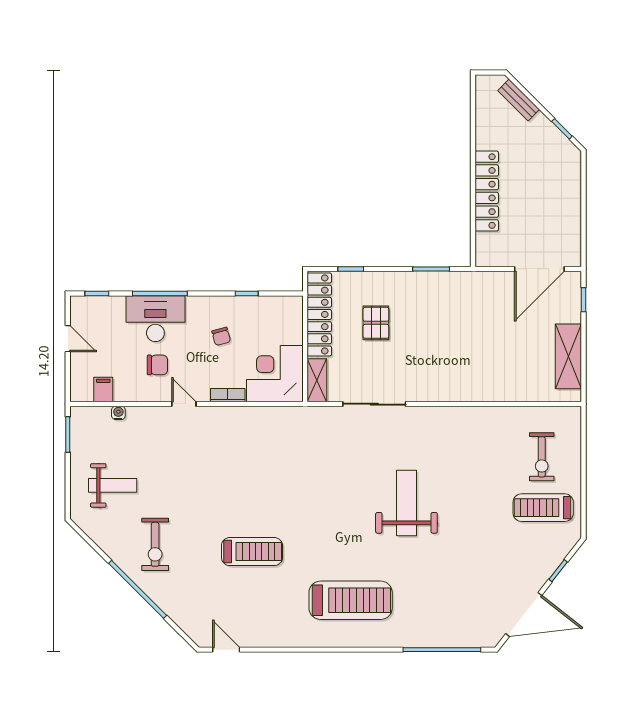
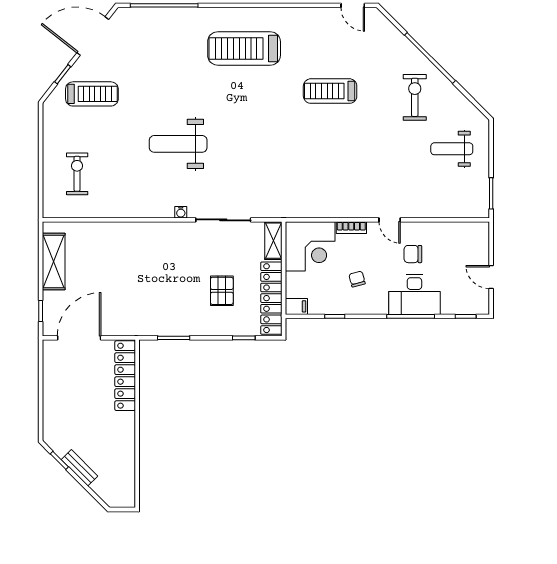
bench: (519, 100) -> (80, 468), moved
locker: (487, 191) -> (125, 376), moved
filing cabinet: (103, 390) -> (296, 306), moved, turned -90
water cooler: (118, 413) -> (181, 212), moved
weight bench: (406, 503) -> (178, 144), moved, turned 90
treadmill: (543, 508) -> (92, 94), moved

